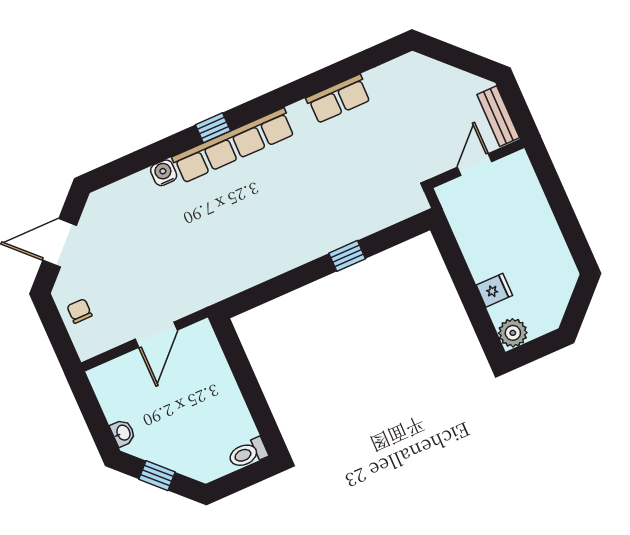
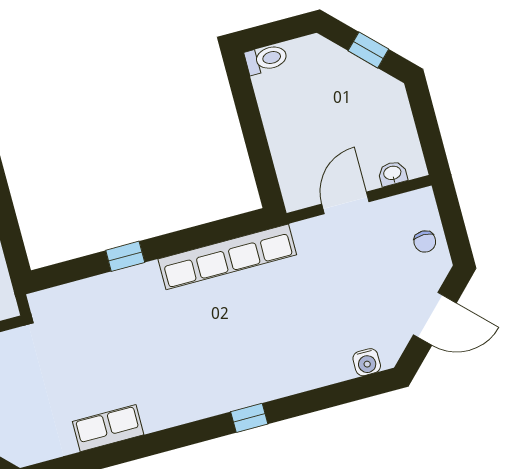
row of seats: (233, 146) -> (227, 257), moved, turned 180
water cooler: (164, 173) -> (367, 362), moved
washbasin: (123, 433) -> (393, 173), moved, turned 90

